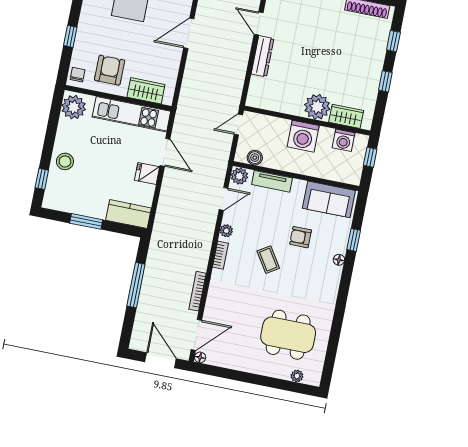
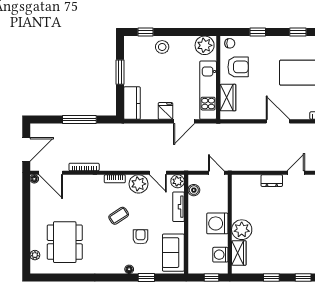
dresser: (263, 56) -> (272, 181), width x0.70
plant: (226, 231) -> (138, 184), width x1.88, depth x1.88

